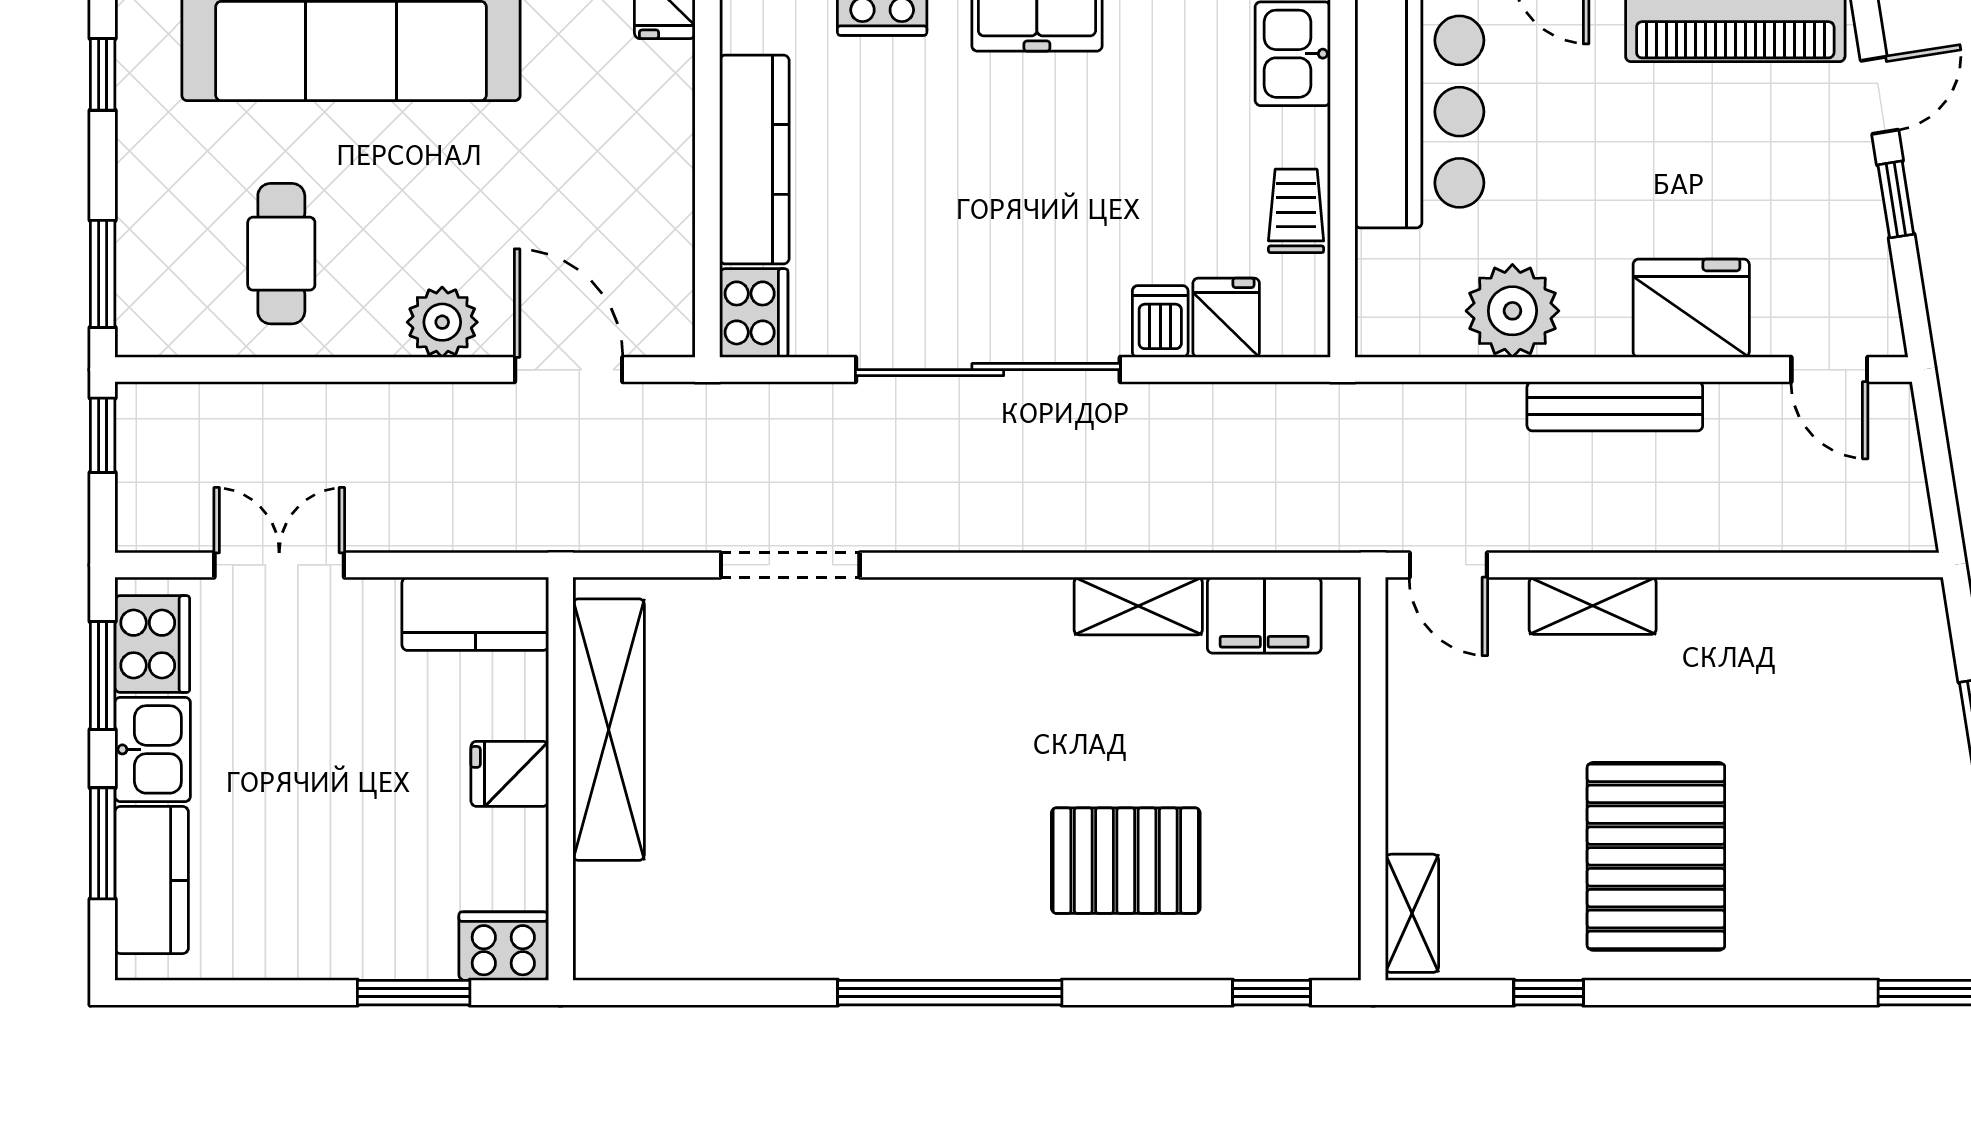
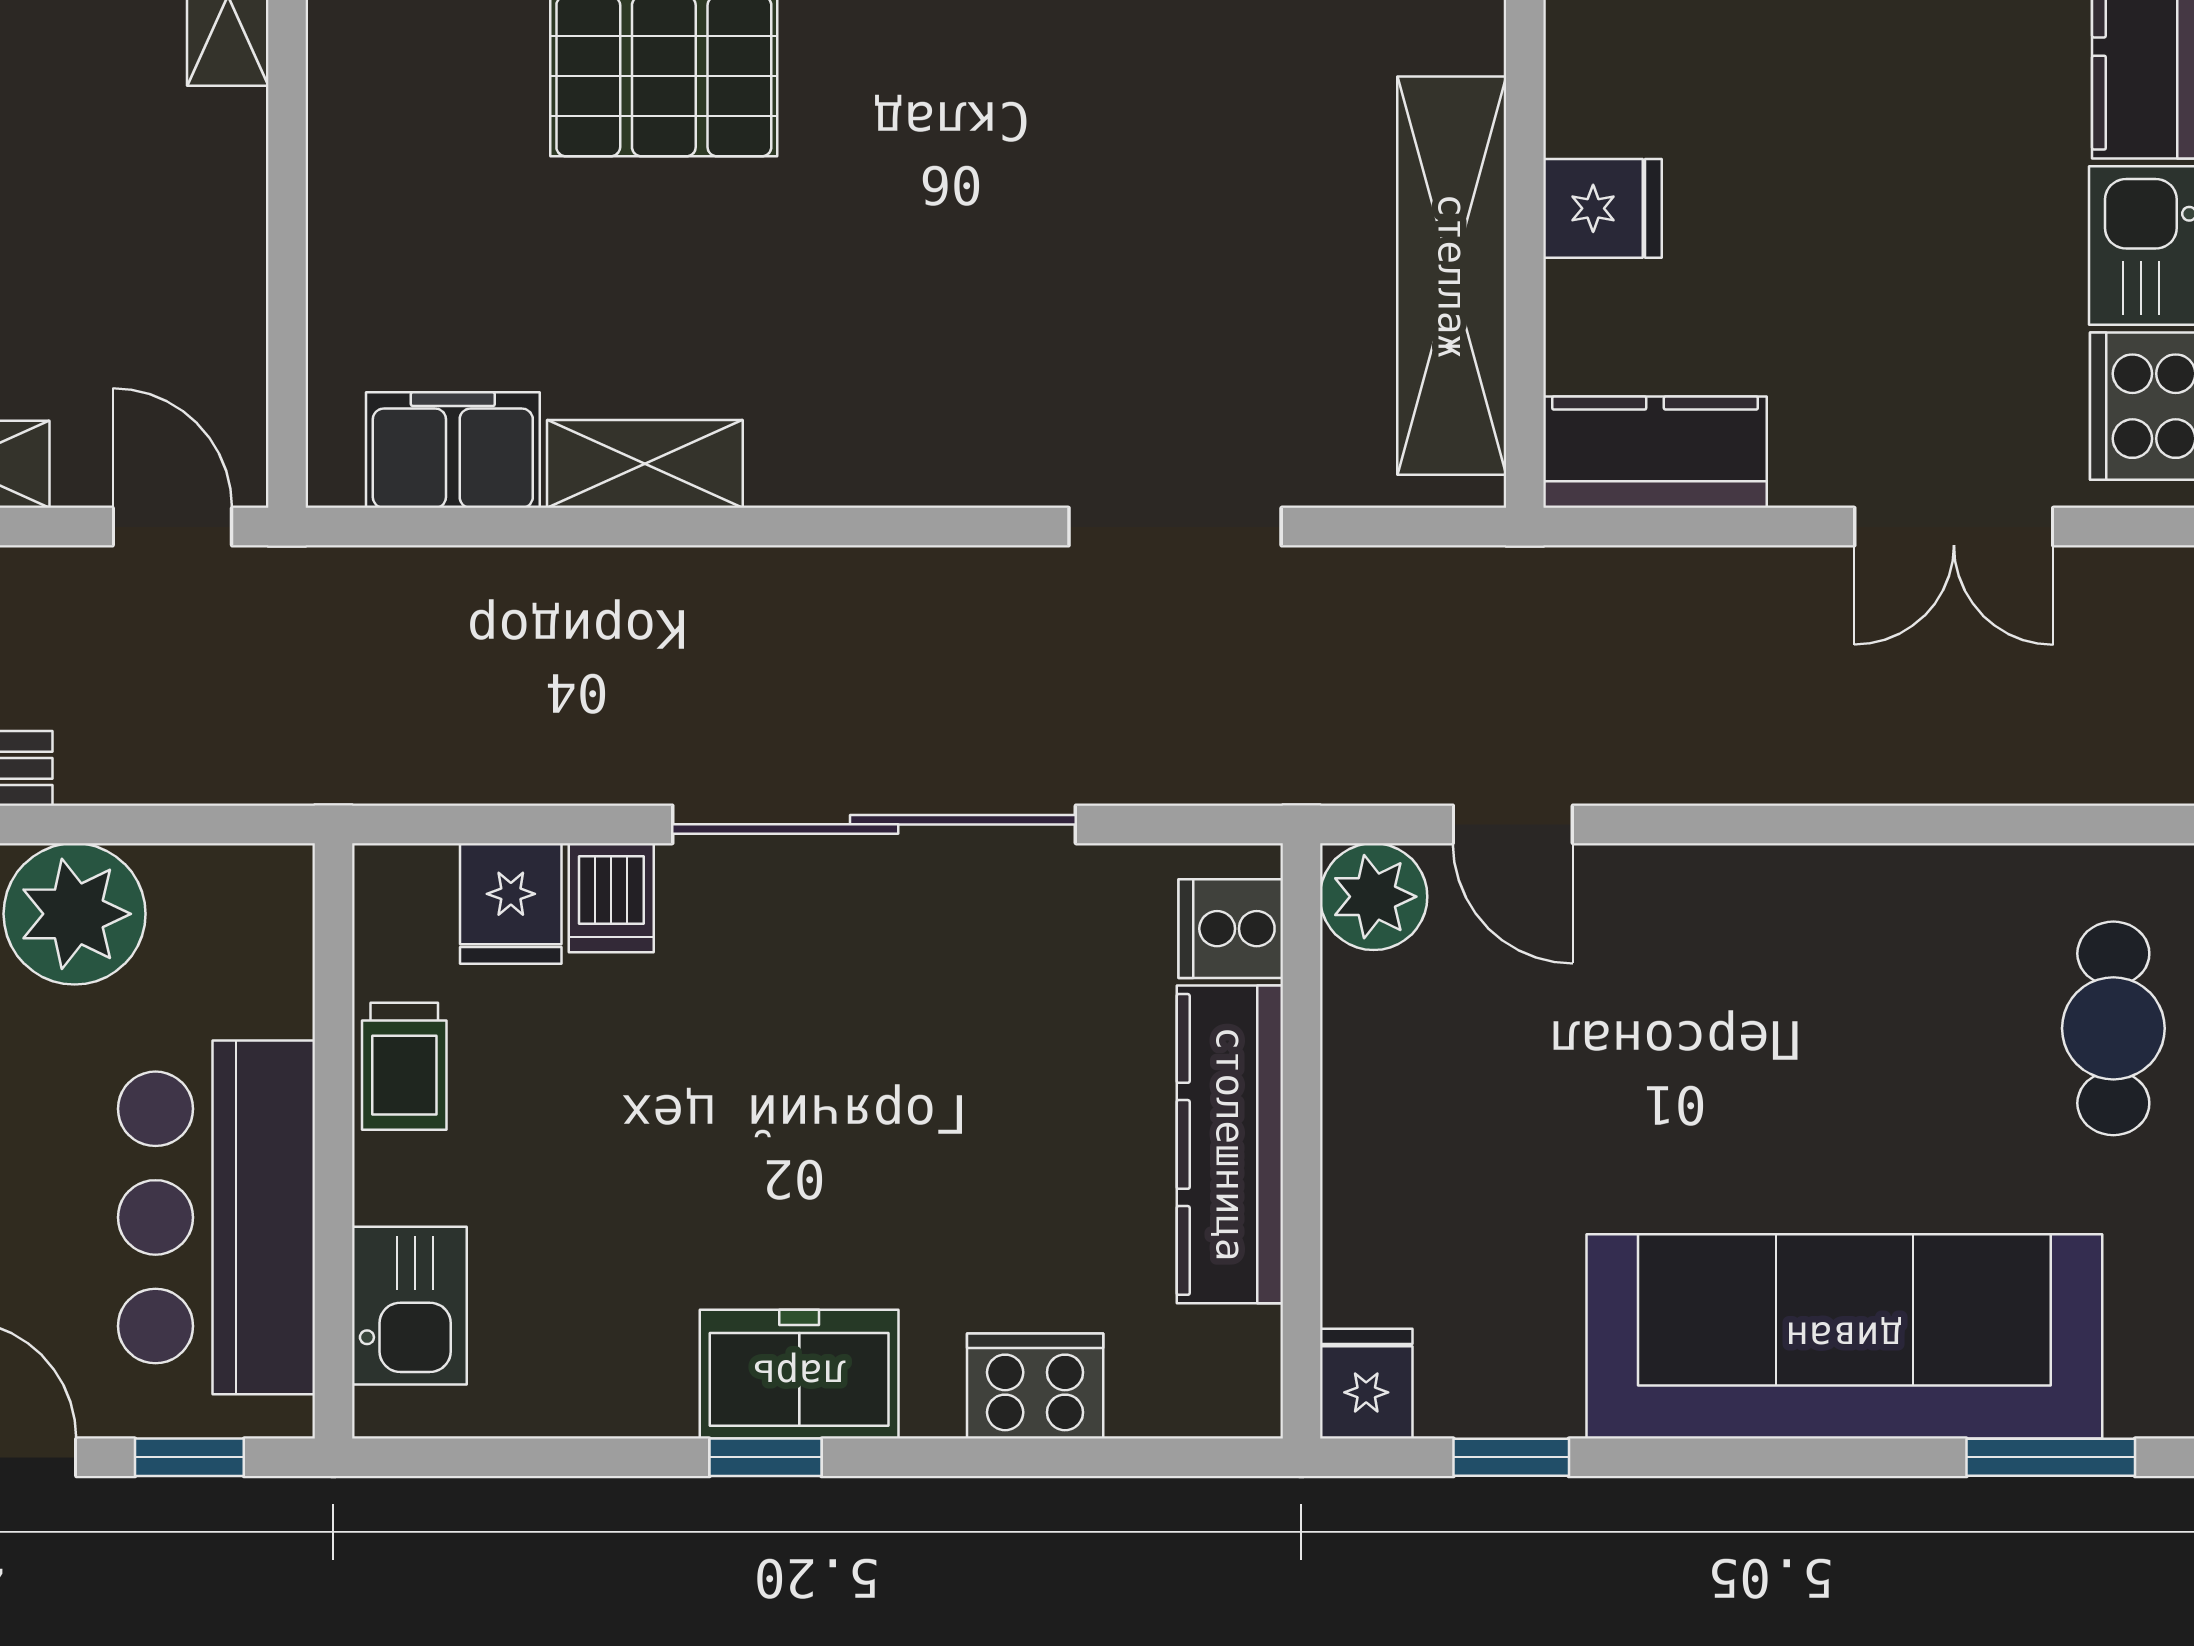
cafe table: (281, 254) -> (2113, 1028), moved
cooker: (754, 313) -> (1231, 929), width x0.73
plant: (442, 322) -> (1374, 897), moved
door: (569, 370) -> (1513, 824), width x0.73

